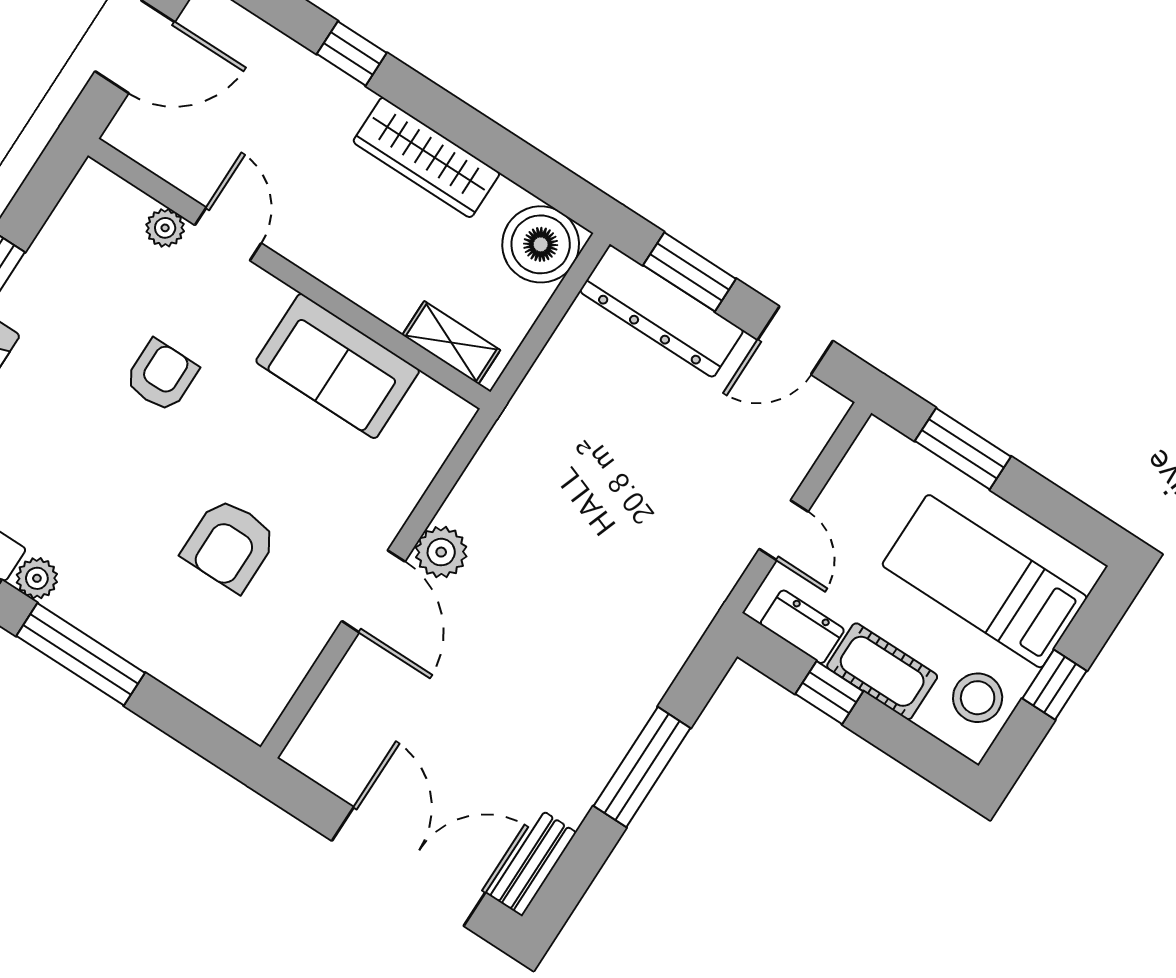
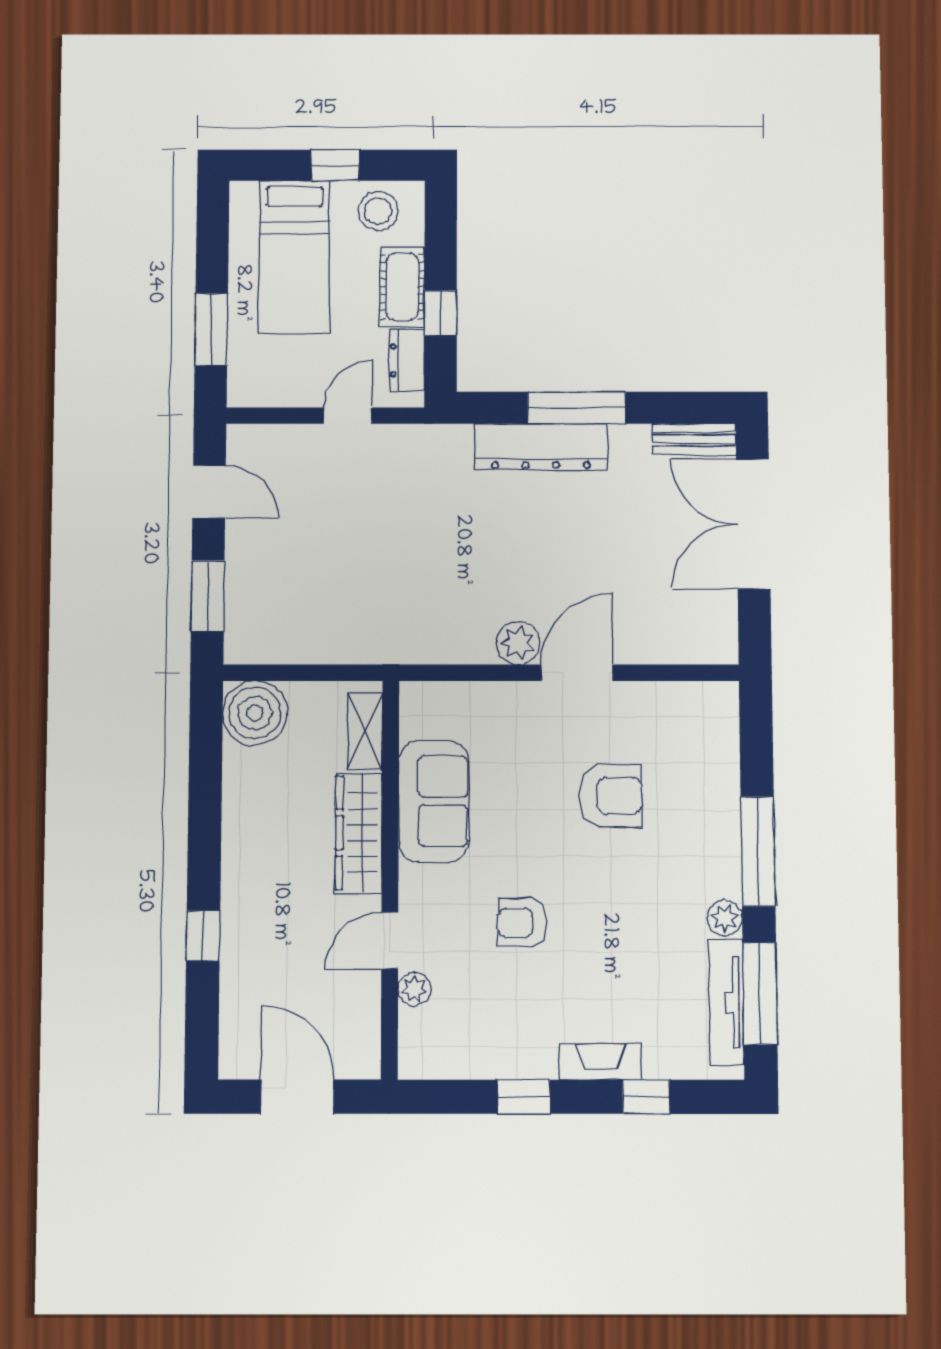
wardrobe: (426, 157) -> (359, 833), moved, turned 180
dresser: (662, 311) -> (541, 447), moved, turned 90

